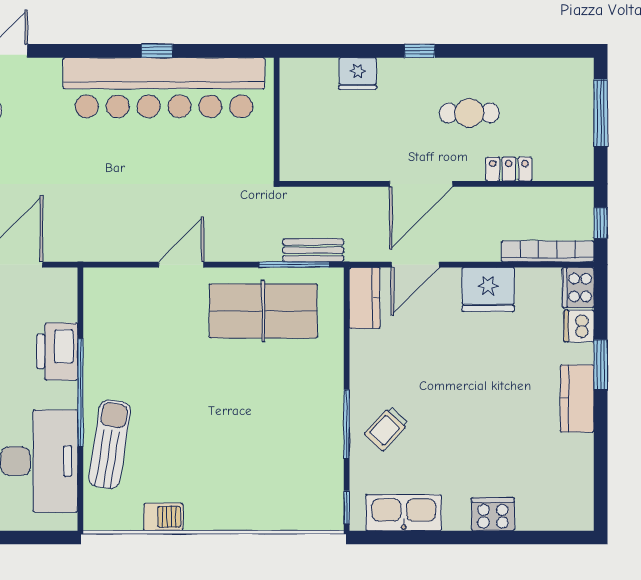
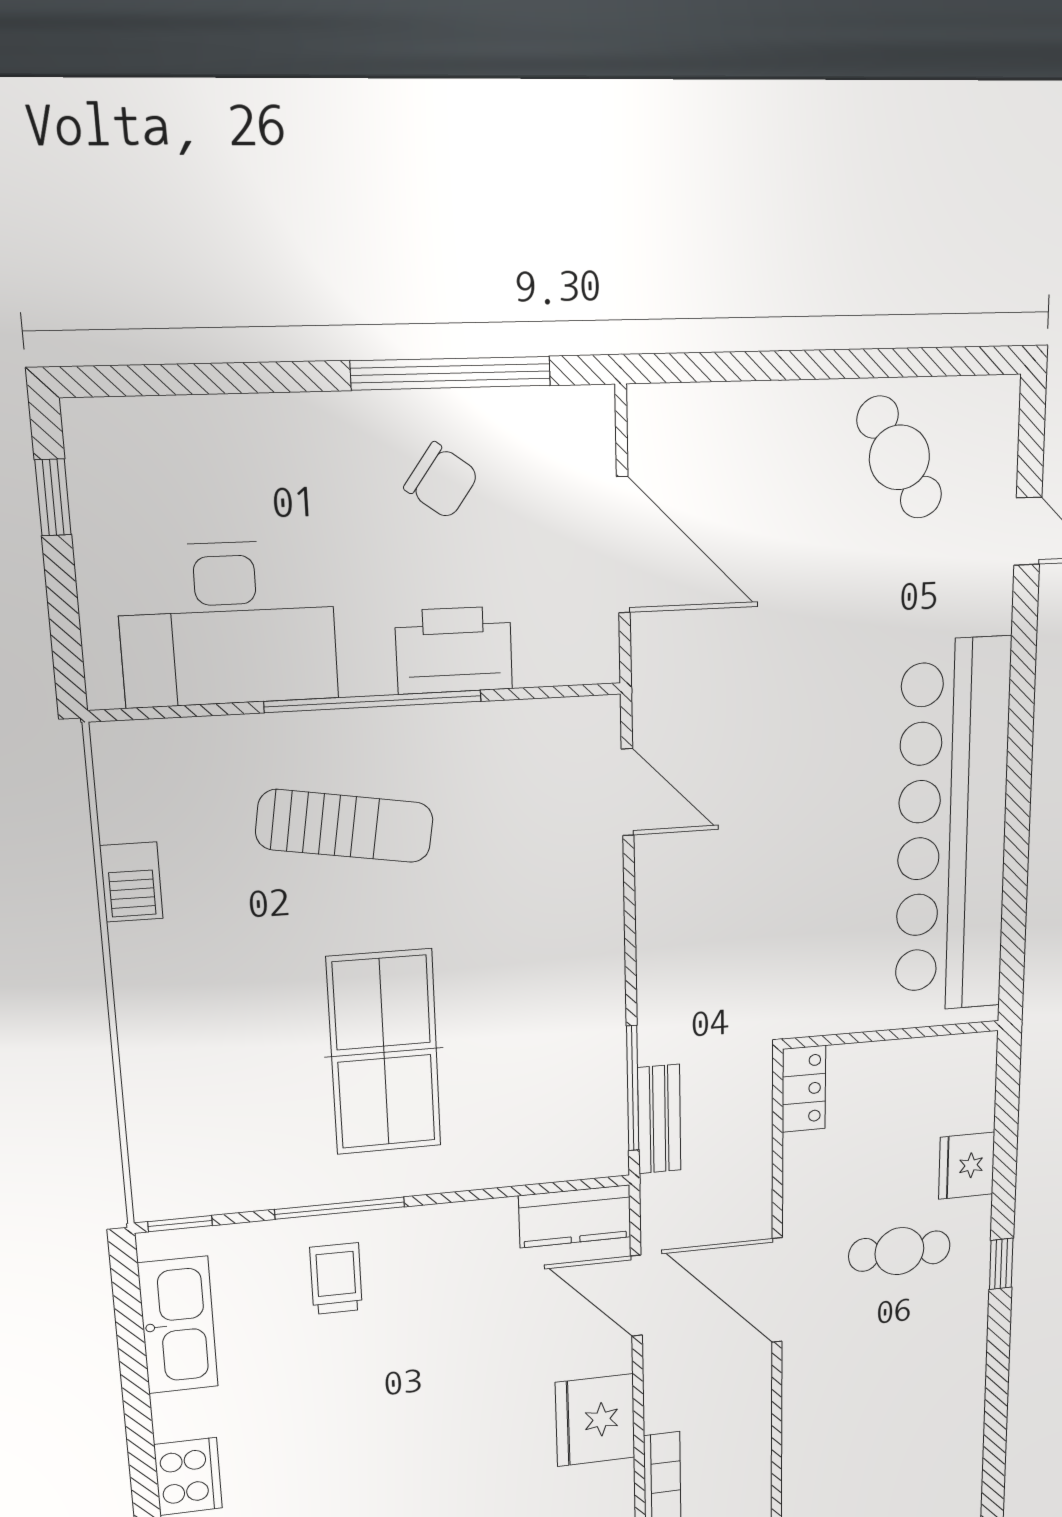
window: (157, 51) -> (1018, 811), removed
cafe table: (469, 113) -> (899, 1251), moved, turned 90
locker: (509, 169) -> (804, 1089), moved
door: (181, 265) -> (628, 792), moved
table tennis table: (263, 311) -> (384, 1052), moved
trolley: (386, 428) -> (336, 1279), turned 47
sun lounger: (110, 444) -> (345, 826), moved

